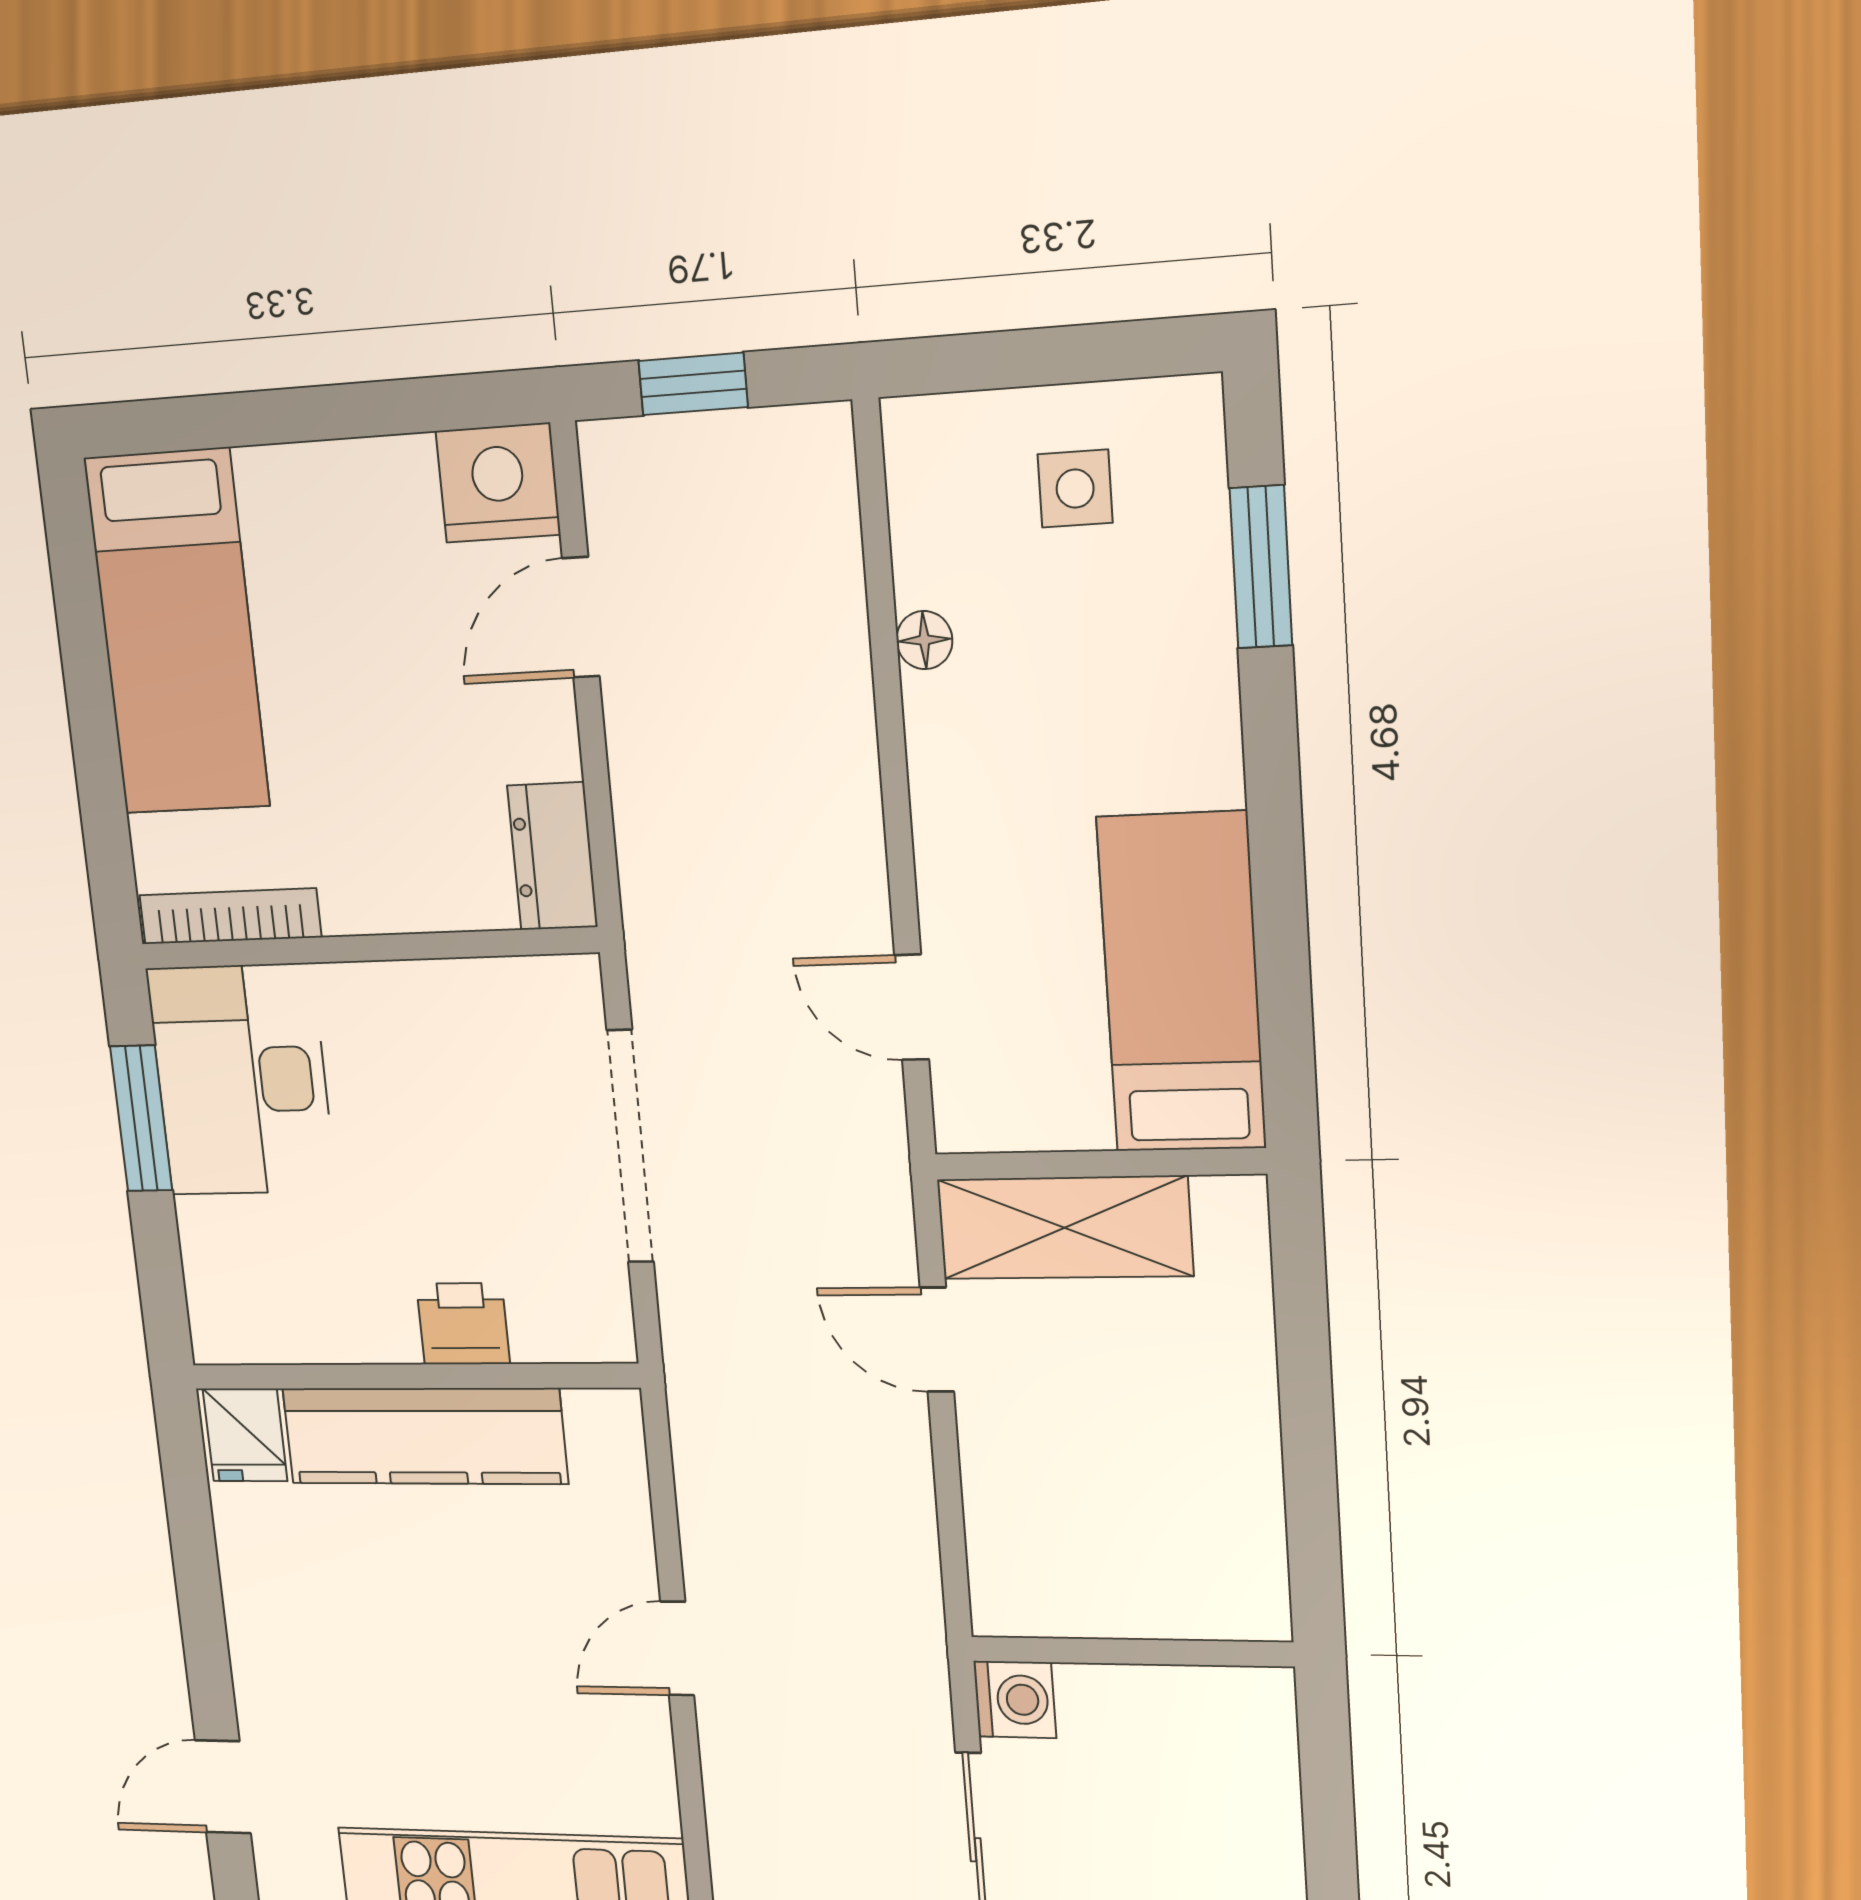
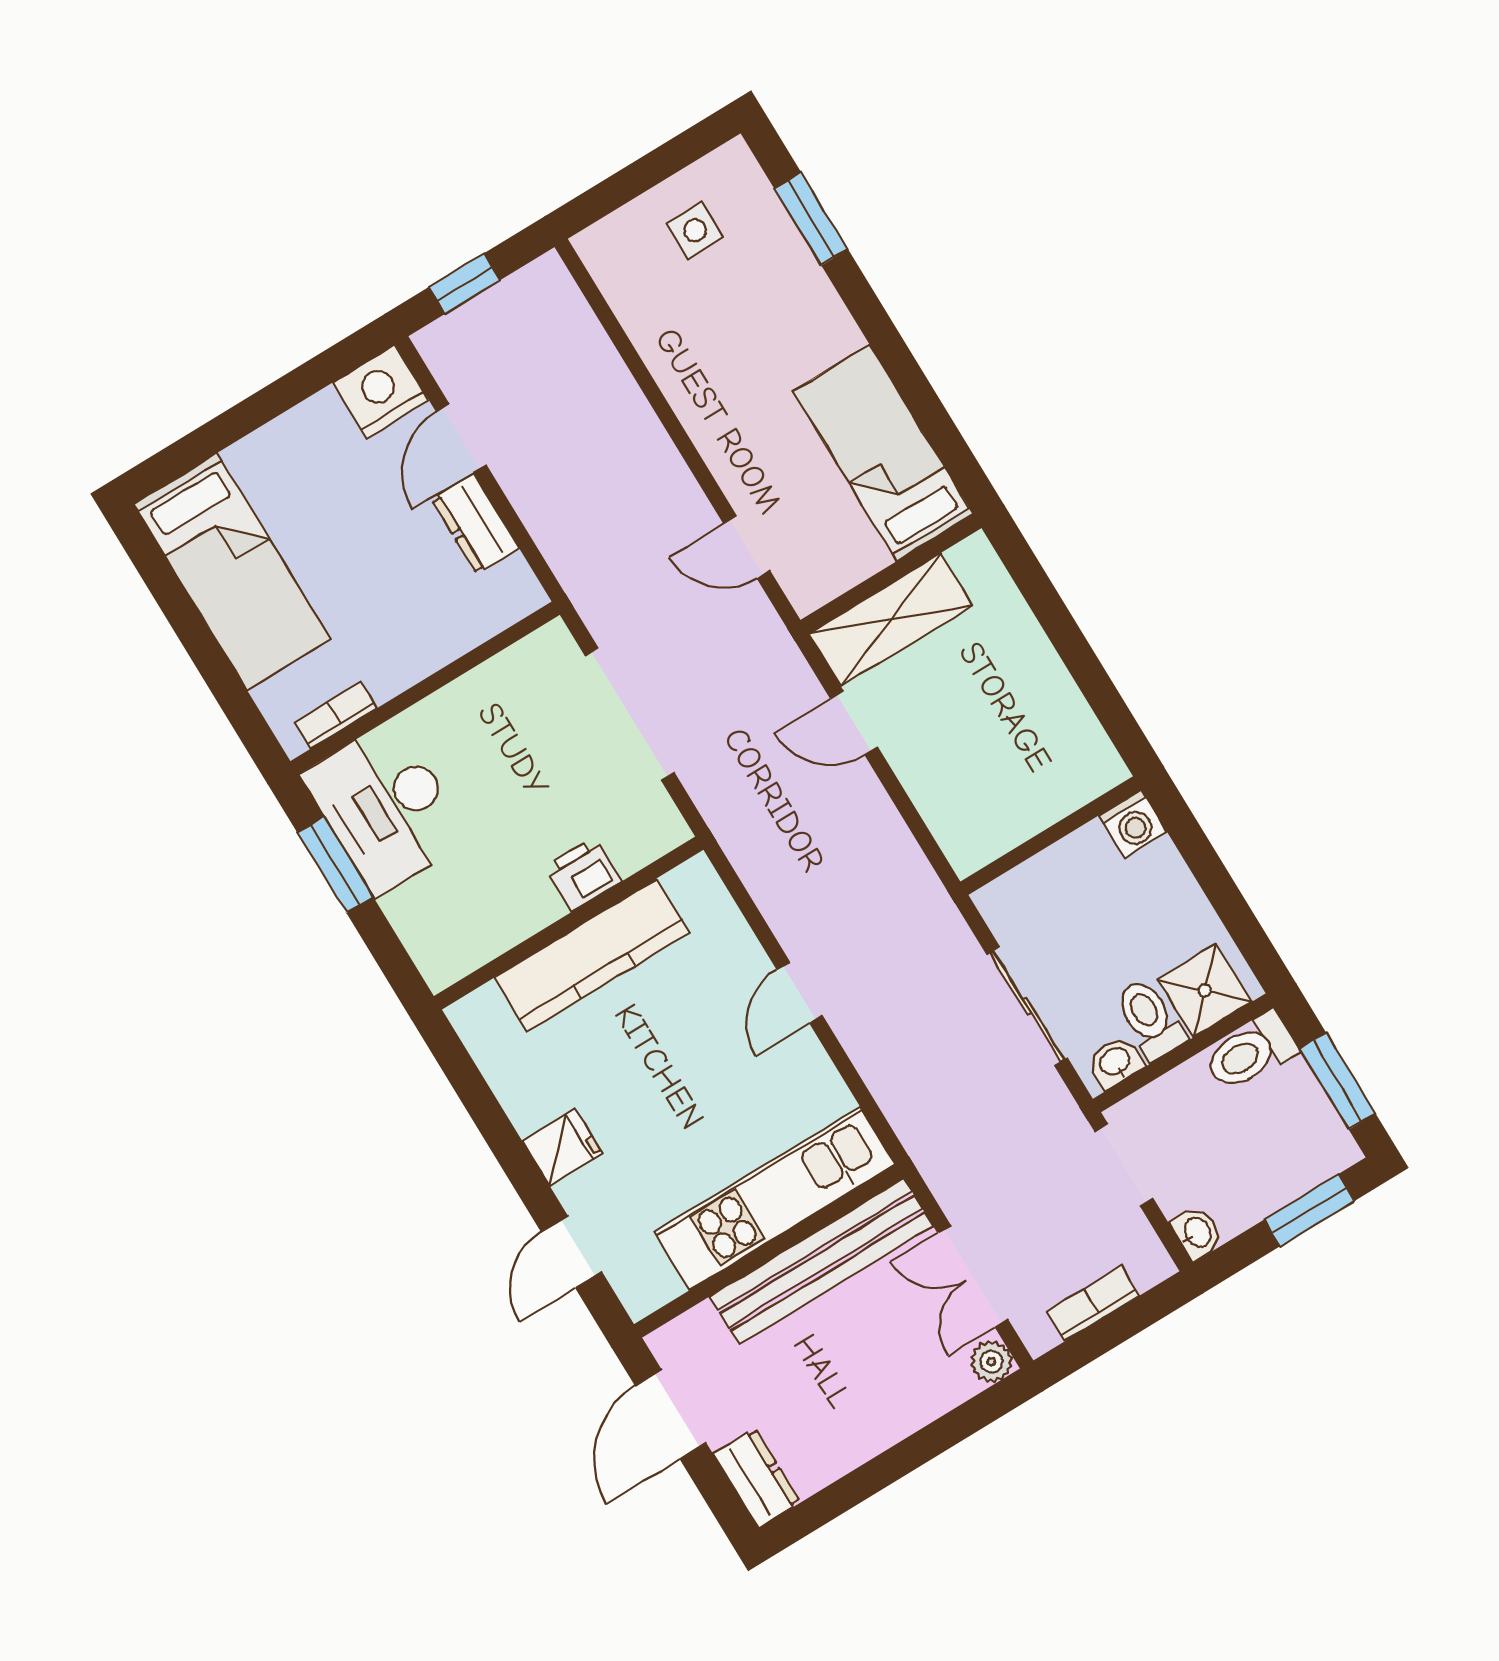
floor lamp: (924, 640) -> (655, 349), removed
dresser: (553, 856) -> (475, 524), moved
bookcase: (230, 916) -> (336, 715), width x0.64
fridge: (245, 1435) -> (562, 1147), moved, turned -90
washing machine: (1015, 1700) -> (1133, 824), moved, turned 90

